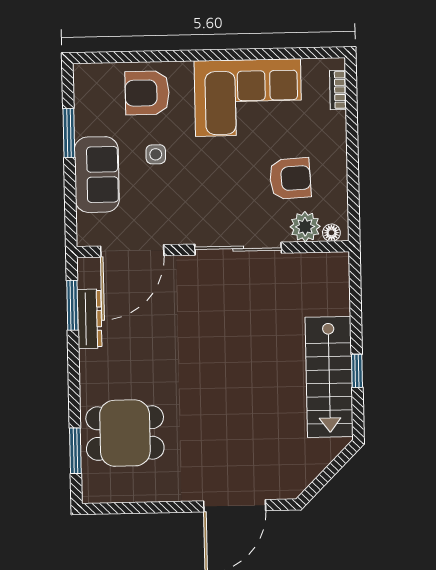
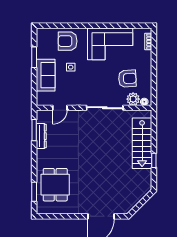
door: (132, 251) -> (60, 108), width x0.53
stairs: (329, 377) -> (142, 143), moved
dining table: (125, 433) -> (55, 185), turned 90

